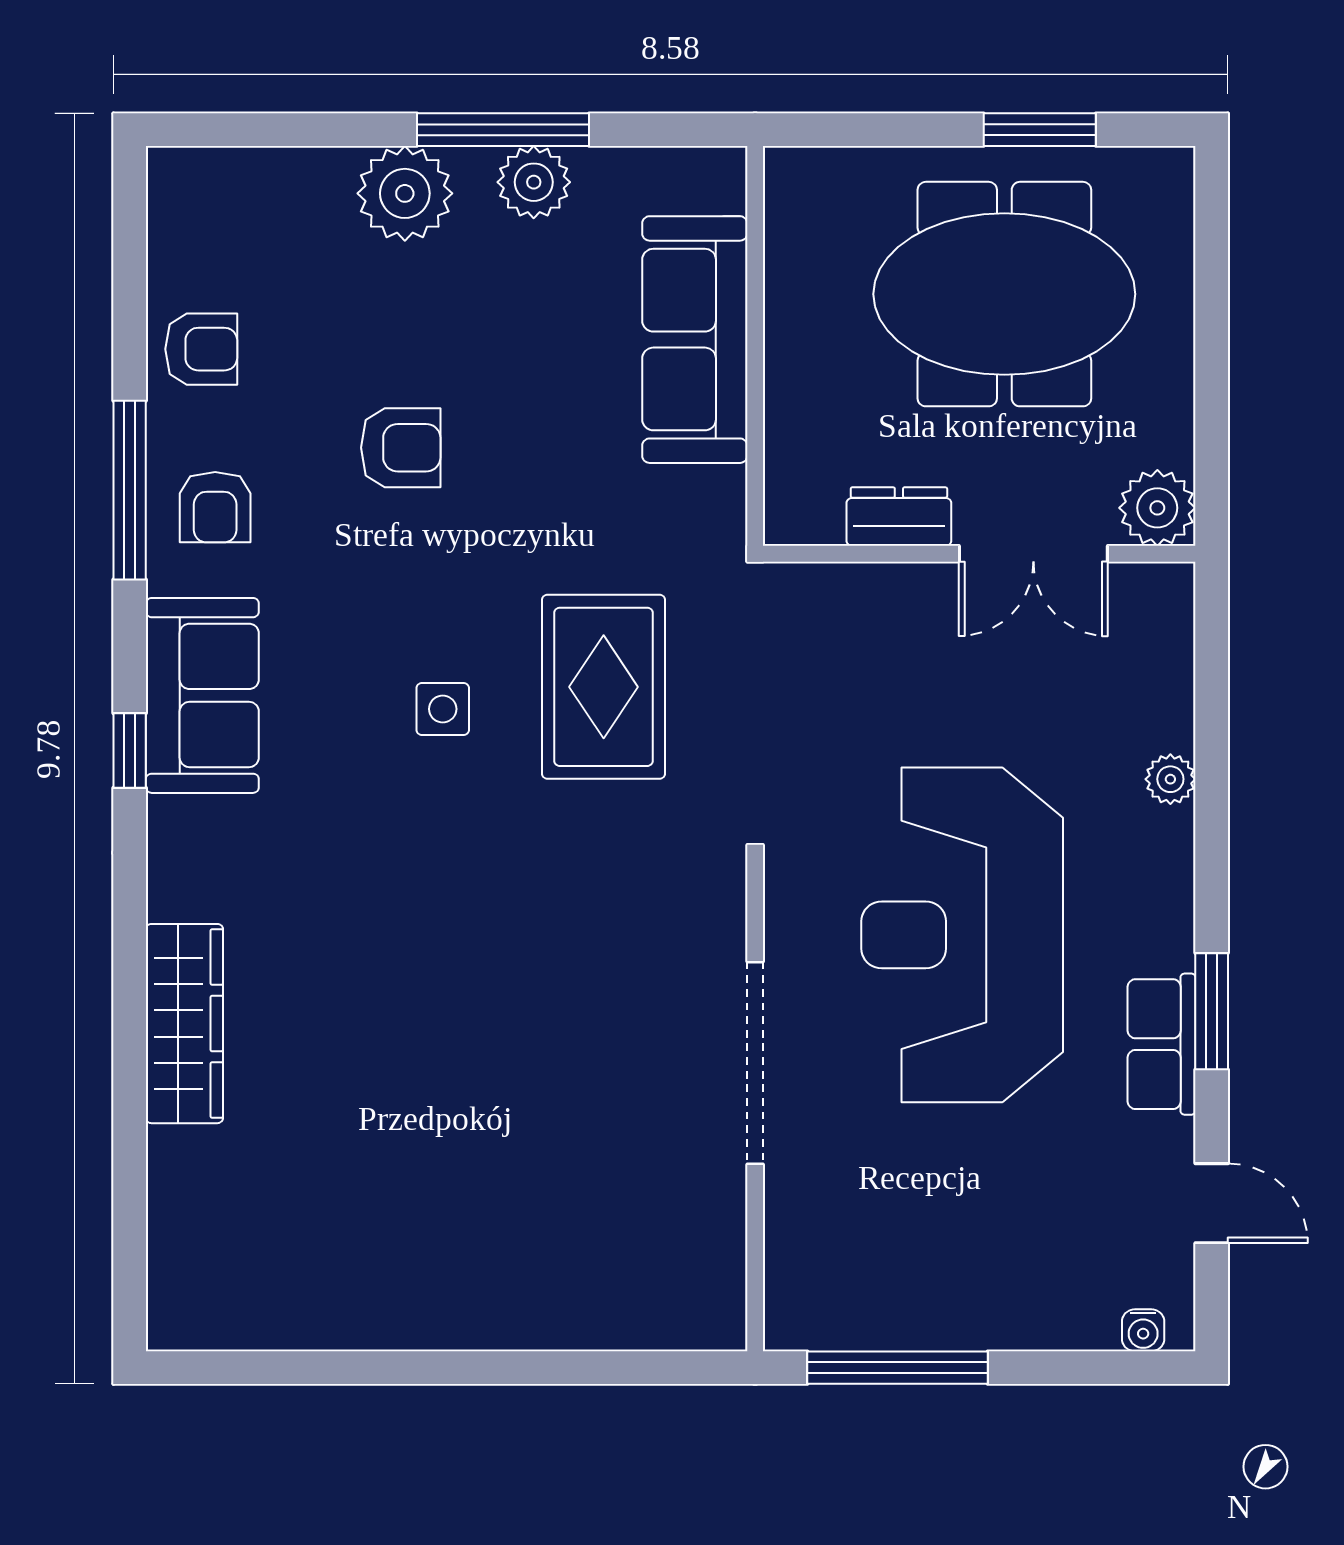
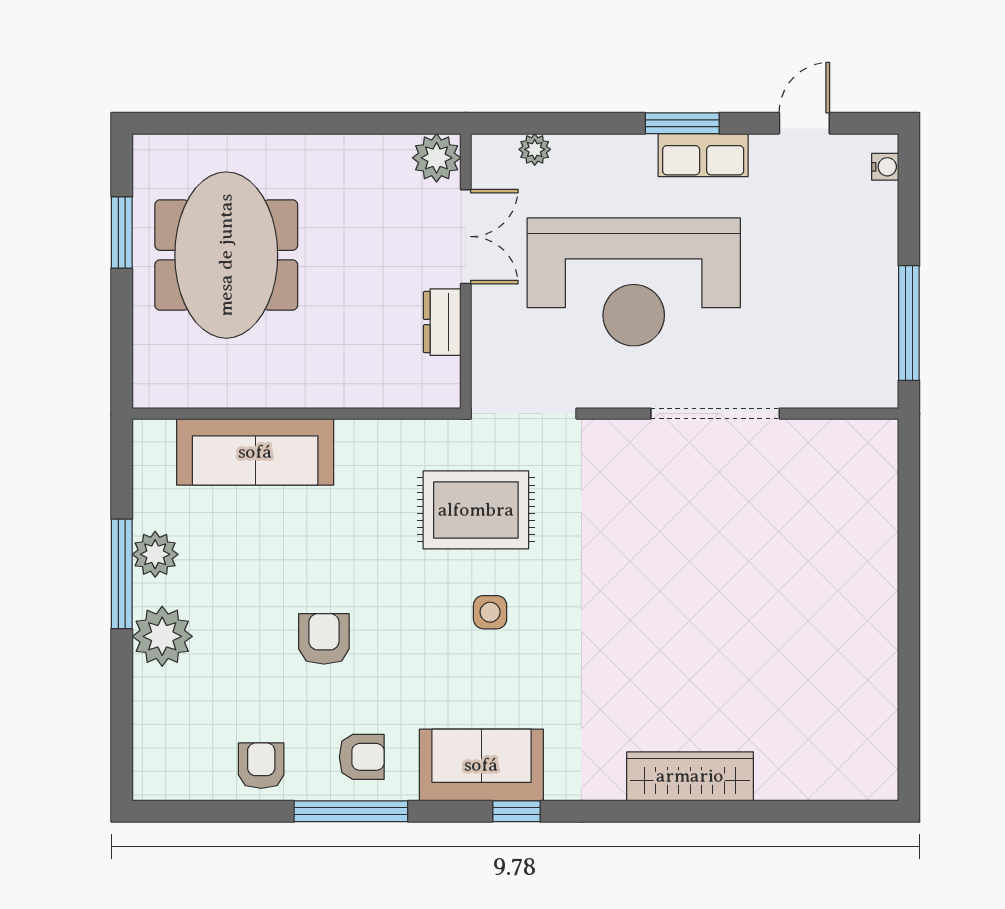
plant: (1157, 508) -> (437, 158), moved
dresser: (899, 517) -> (442, 322), moved
wall: (979, 554) -> (466, 271), moved
double door: (1033, 554) -> (466, 237), moved

